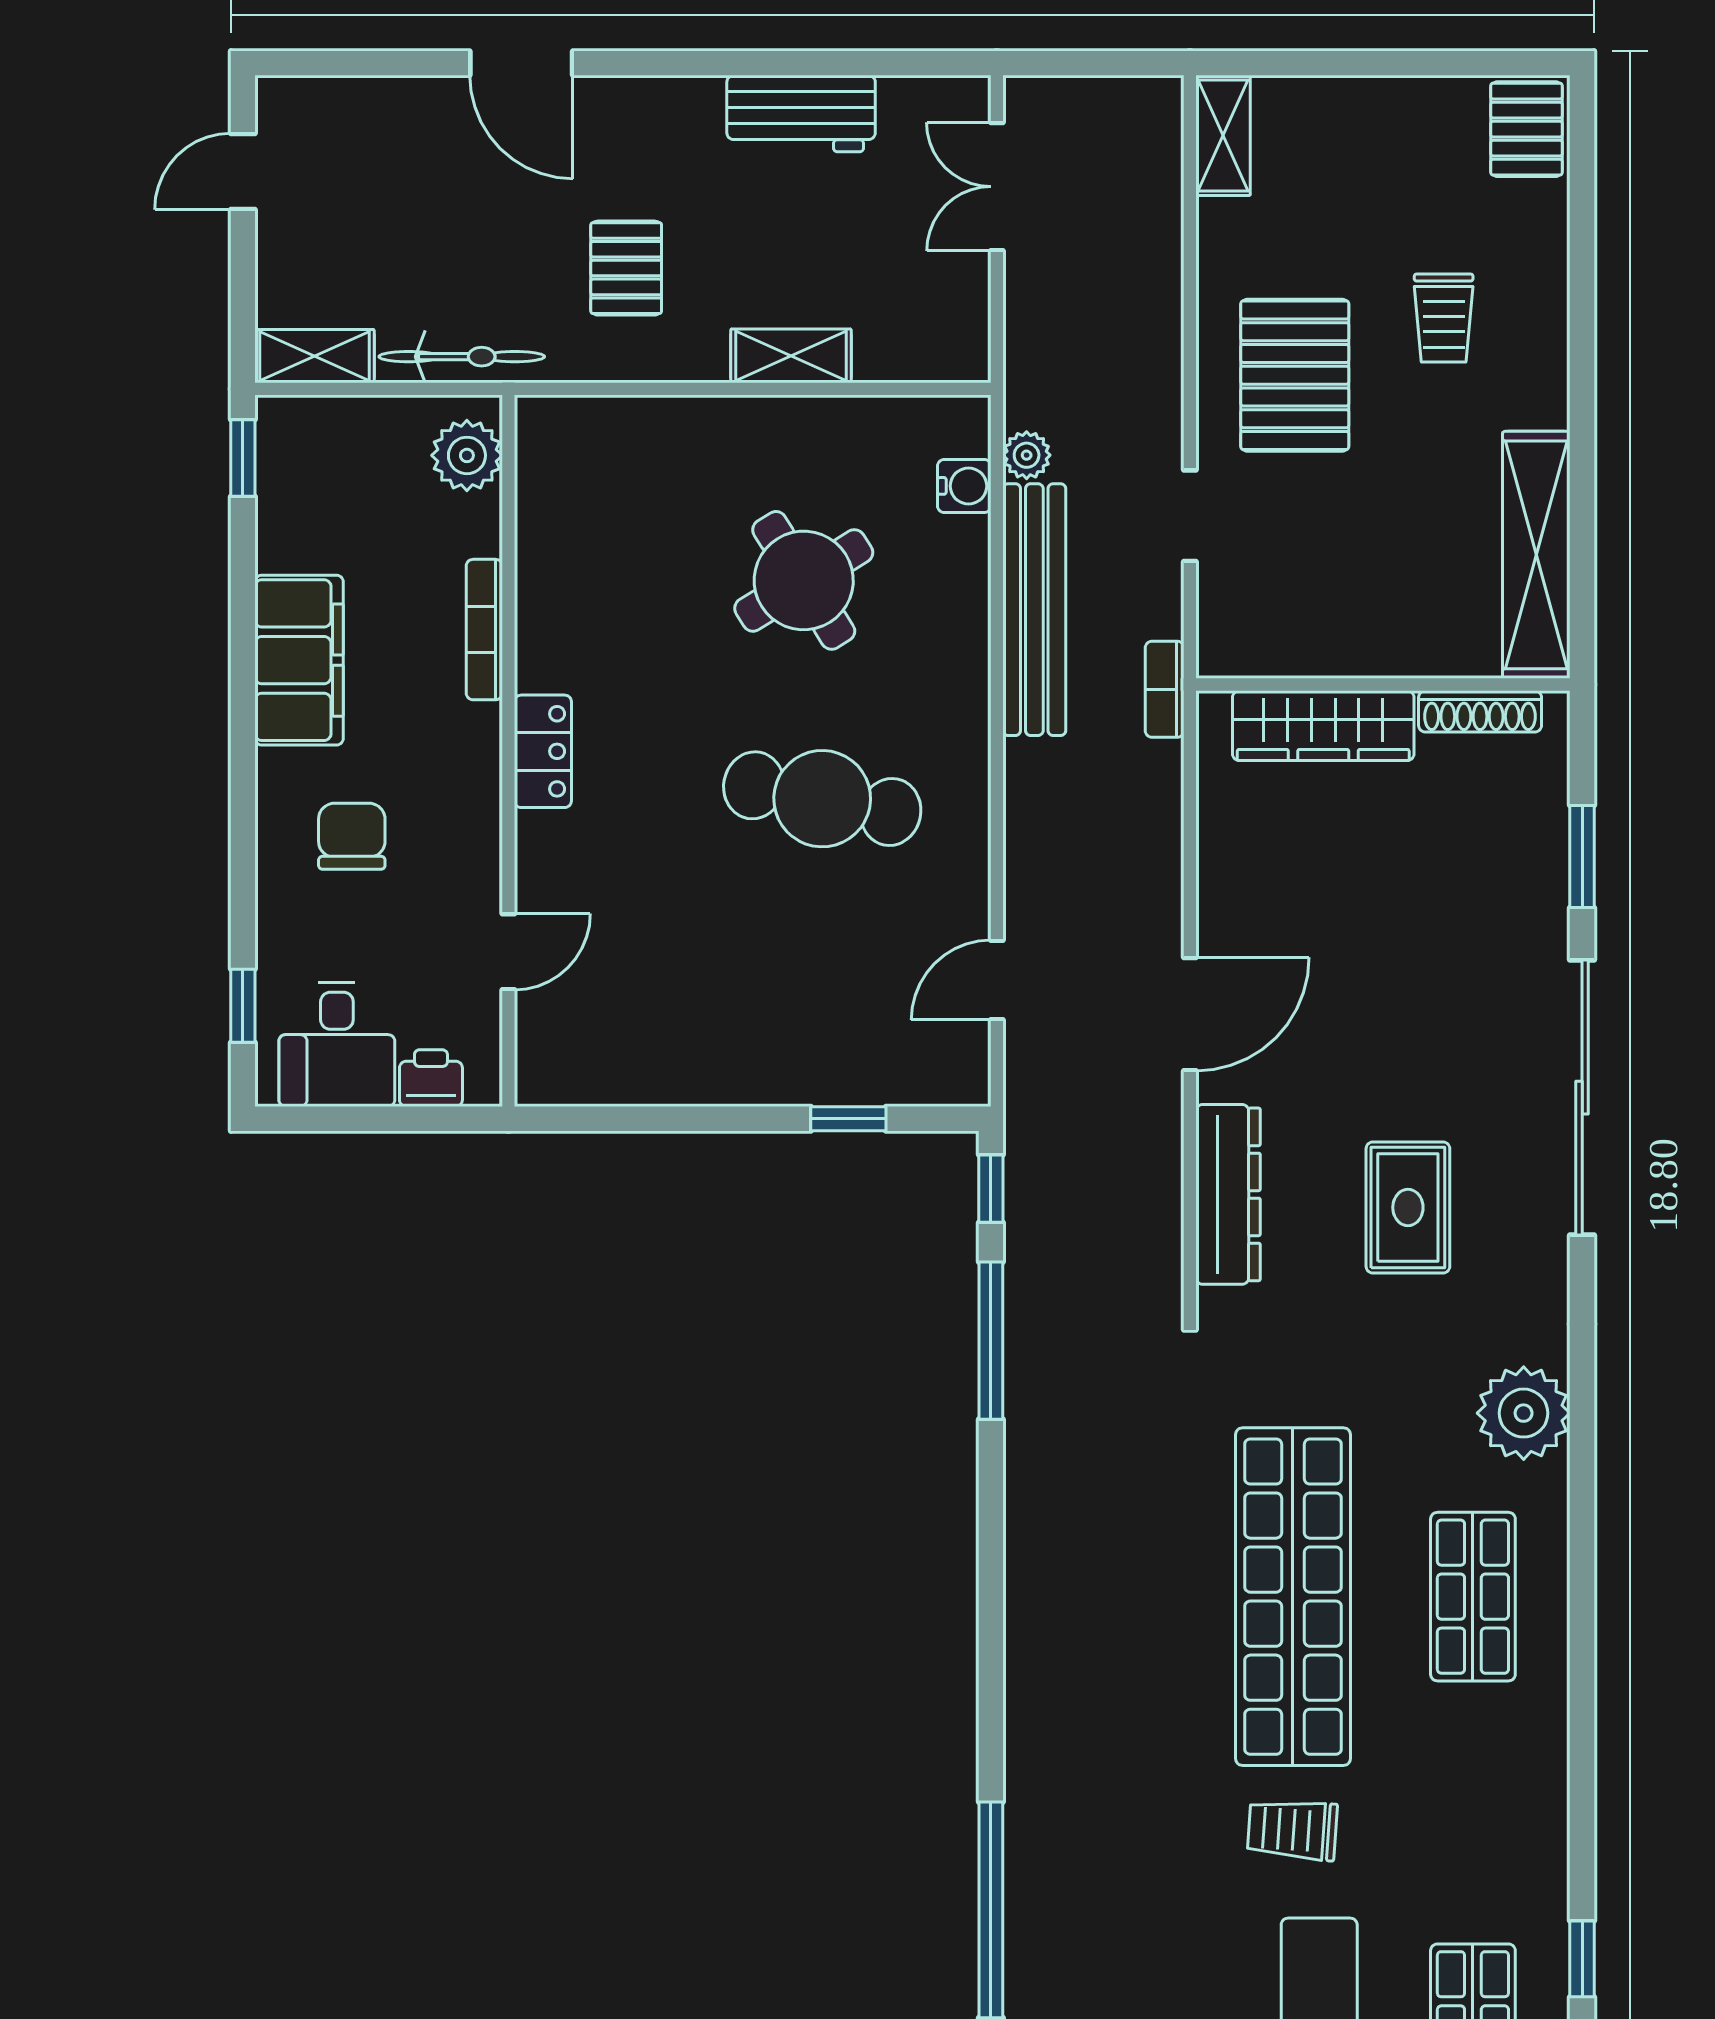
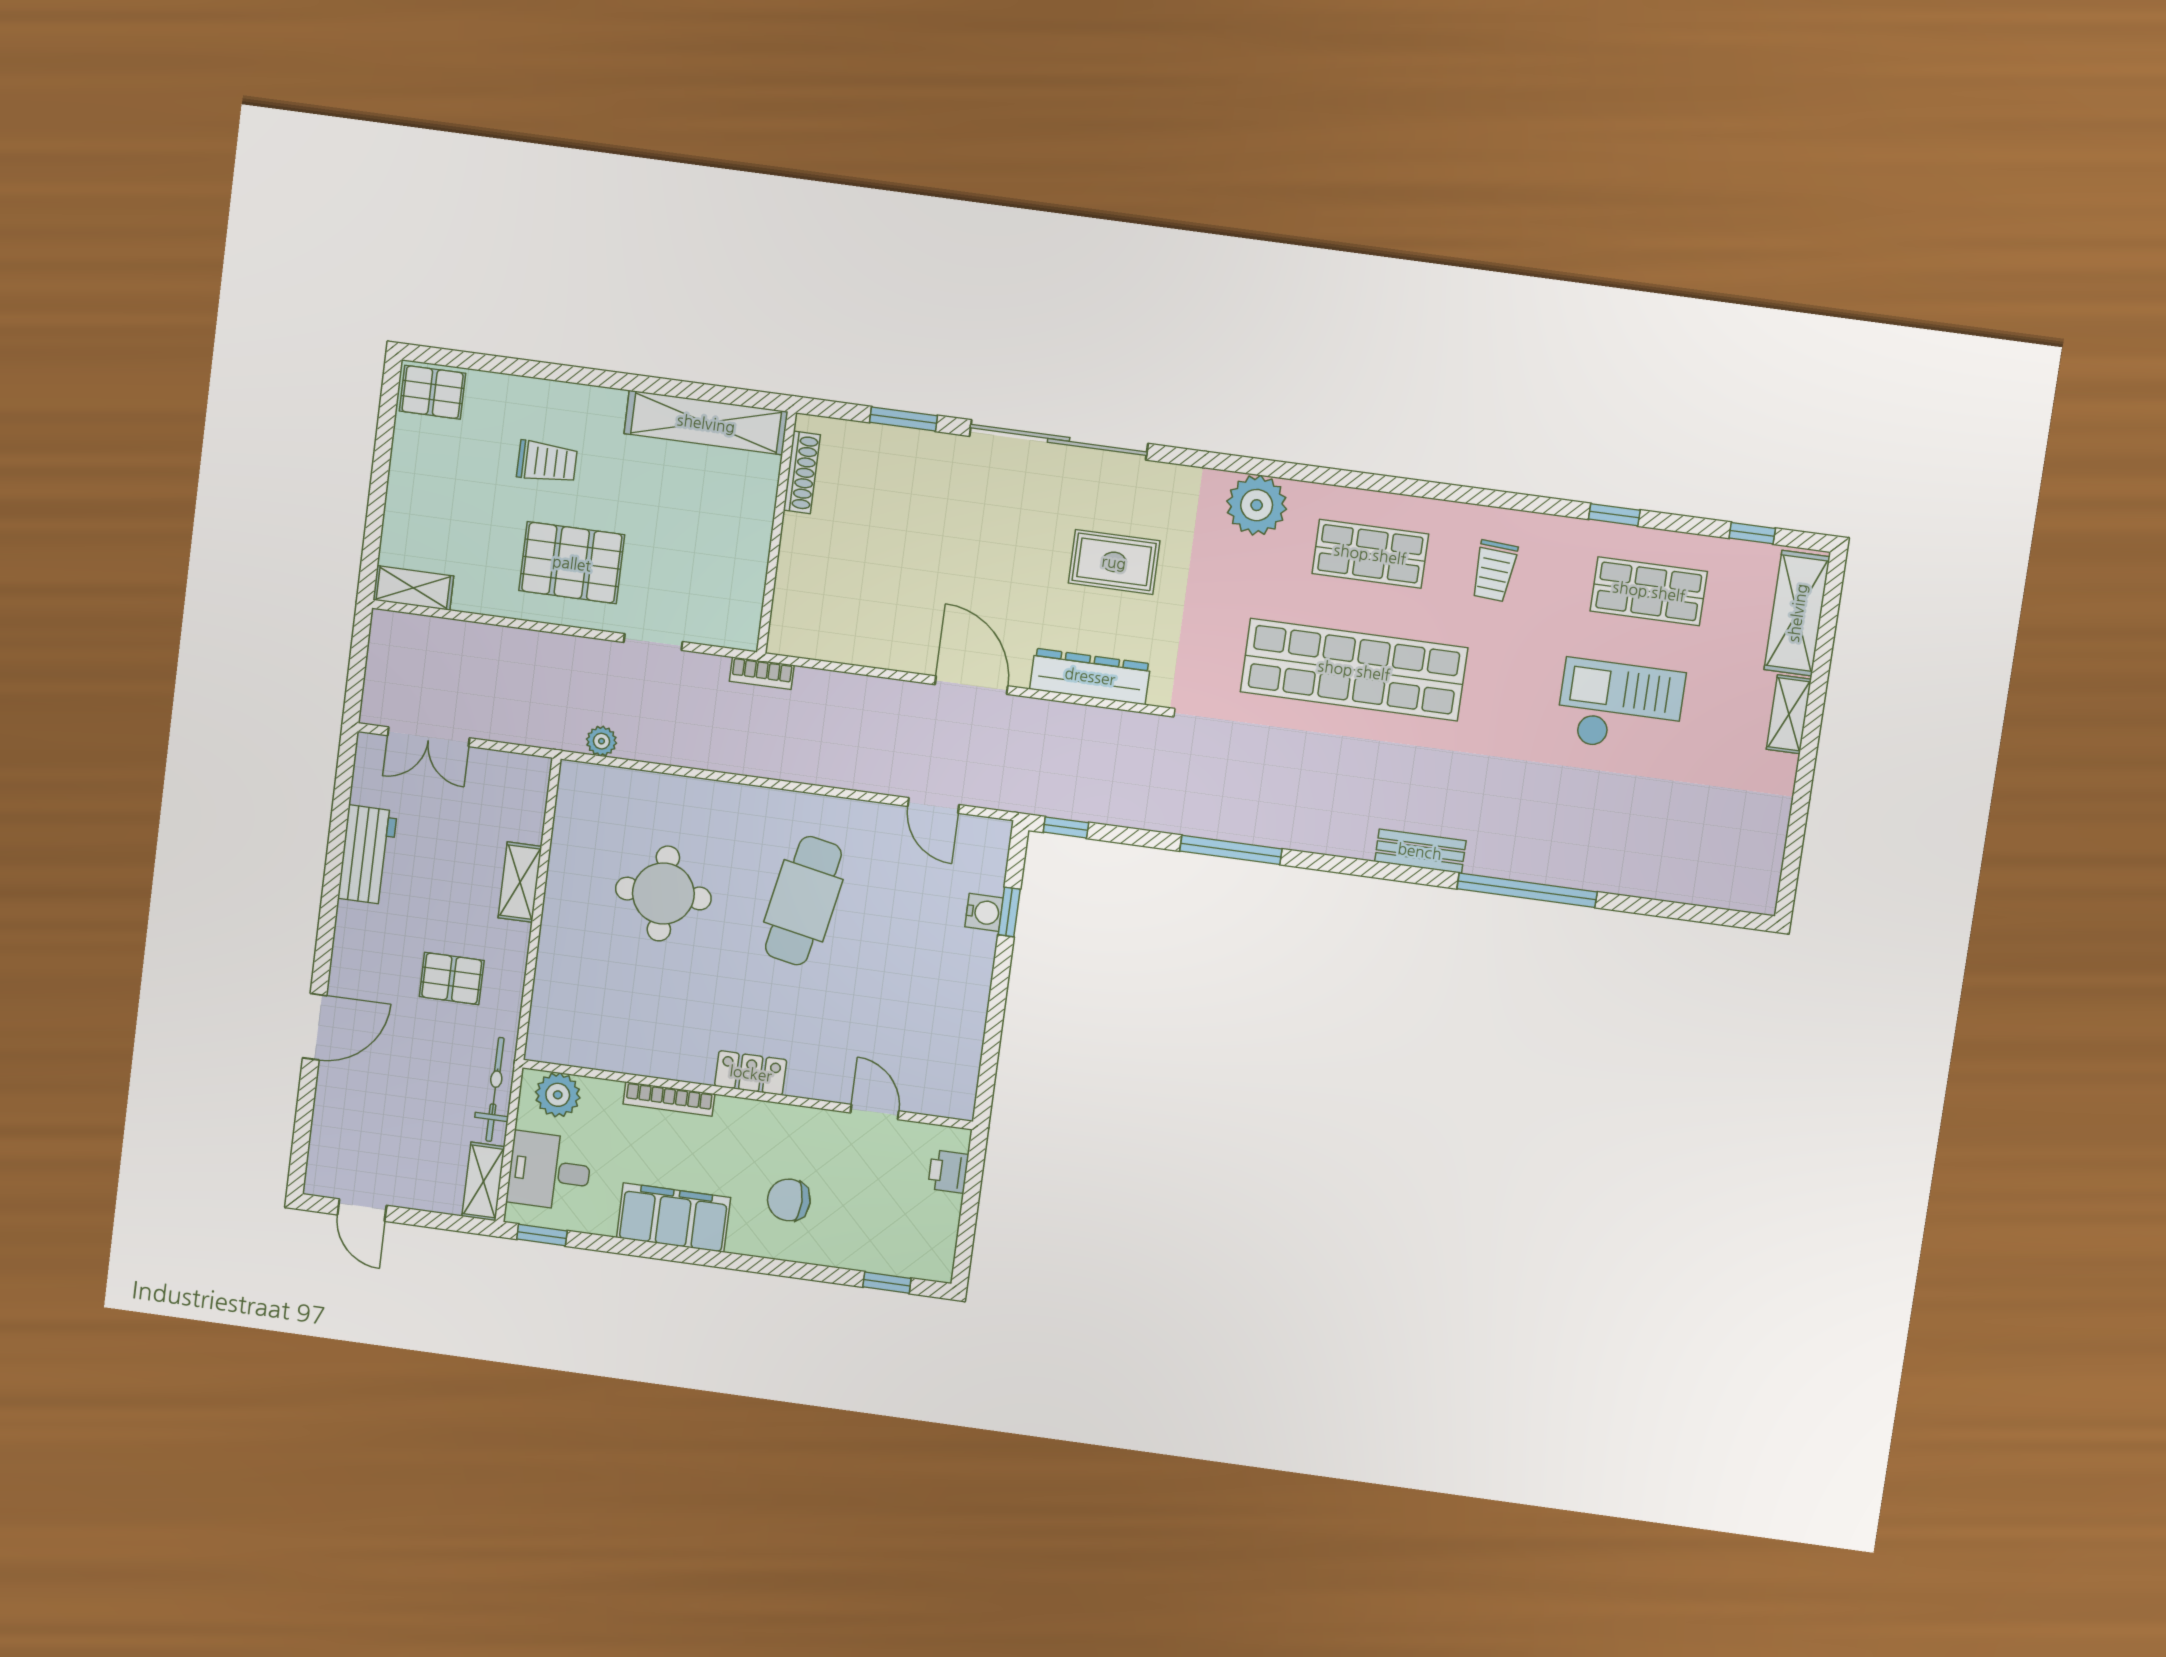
water cooler: (964, 486) -> (984, 912), moved, turned 90
round table: (804, 580) -> (663, 894), turned 32
bench: (1034, 610) -> (1420, 851), moved, width x0.54, depth x0.82
wardrobe: (1323, 726) -> (798, 575), removed
desk: (337, 1044) -> (549, 1171), moved, turned 180
window: (991, 1341) -> (1231, 850), moved
trolley: (1292, 1830) -> (1494, 571), moved

